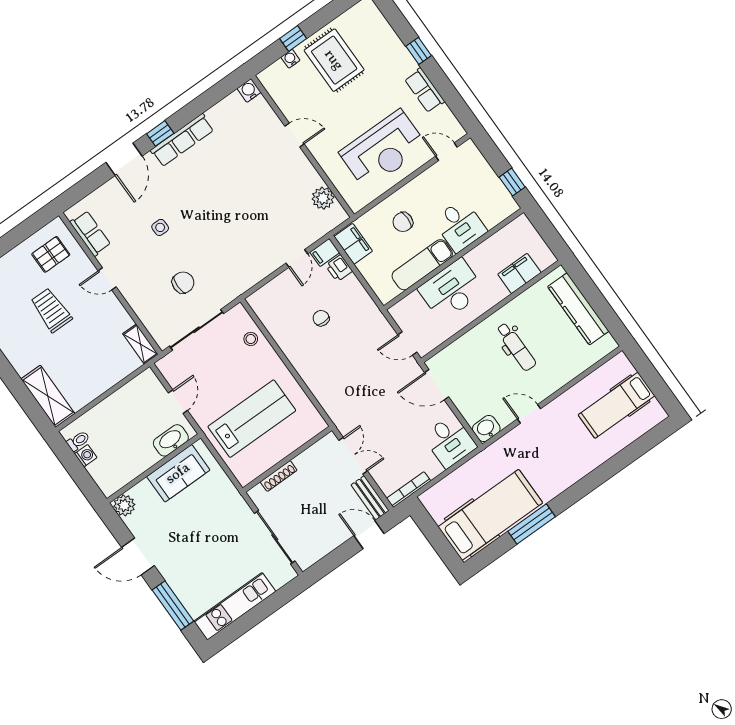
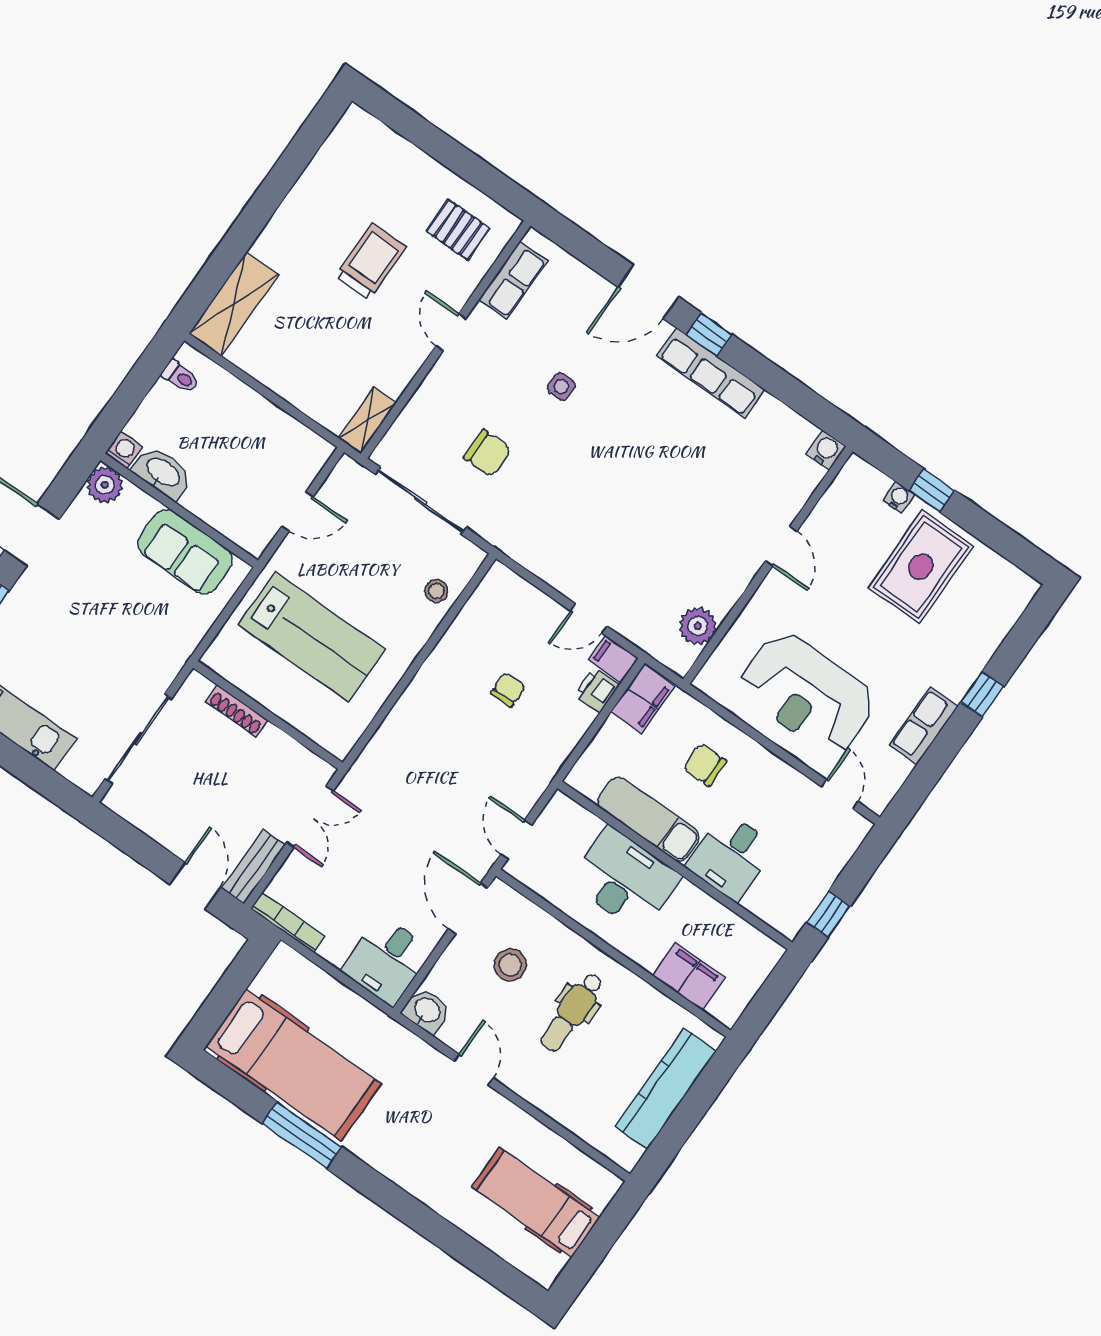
stool: (477, 372) -> (510, 965), added
washbasin: (171, 440) -> (163, 473), moved
washing machine: (86, 456) -> (124, 450), moved, turned -90

